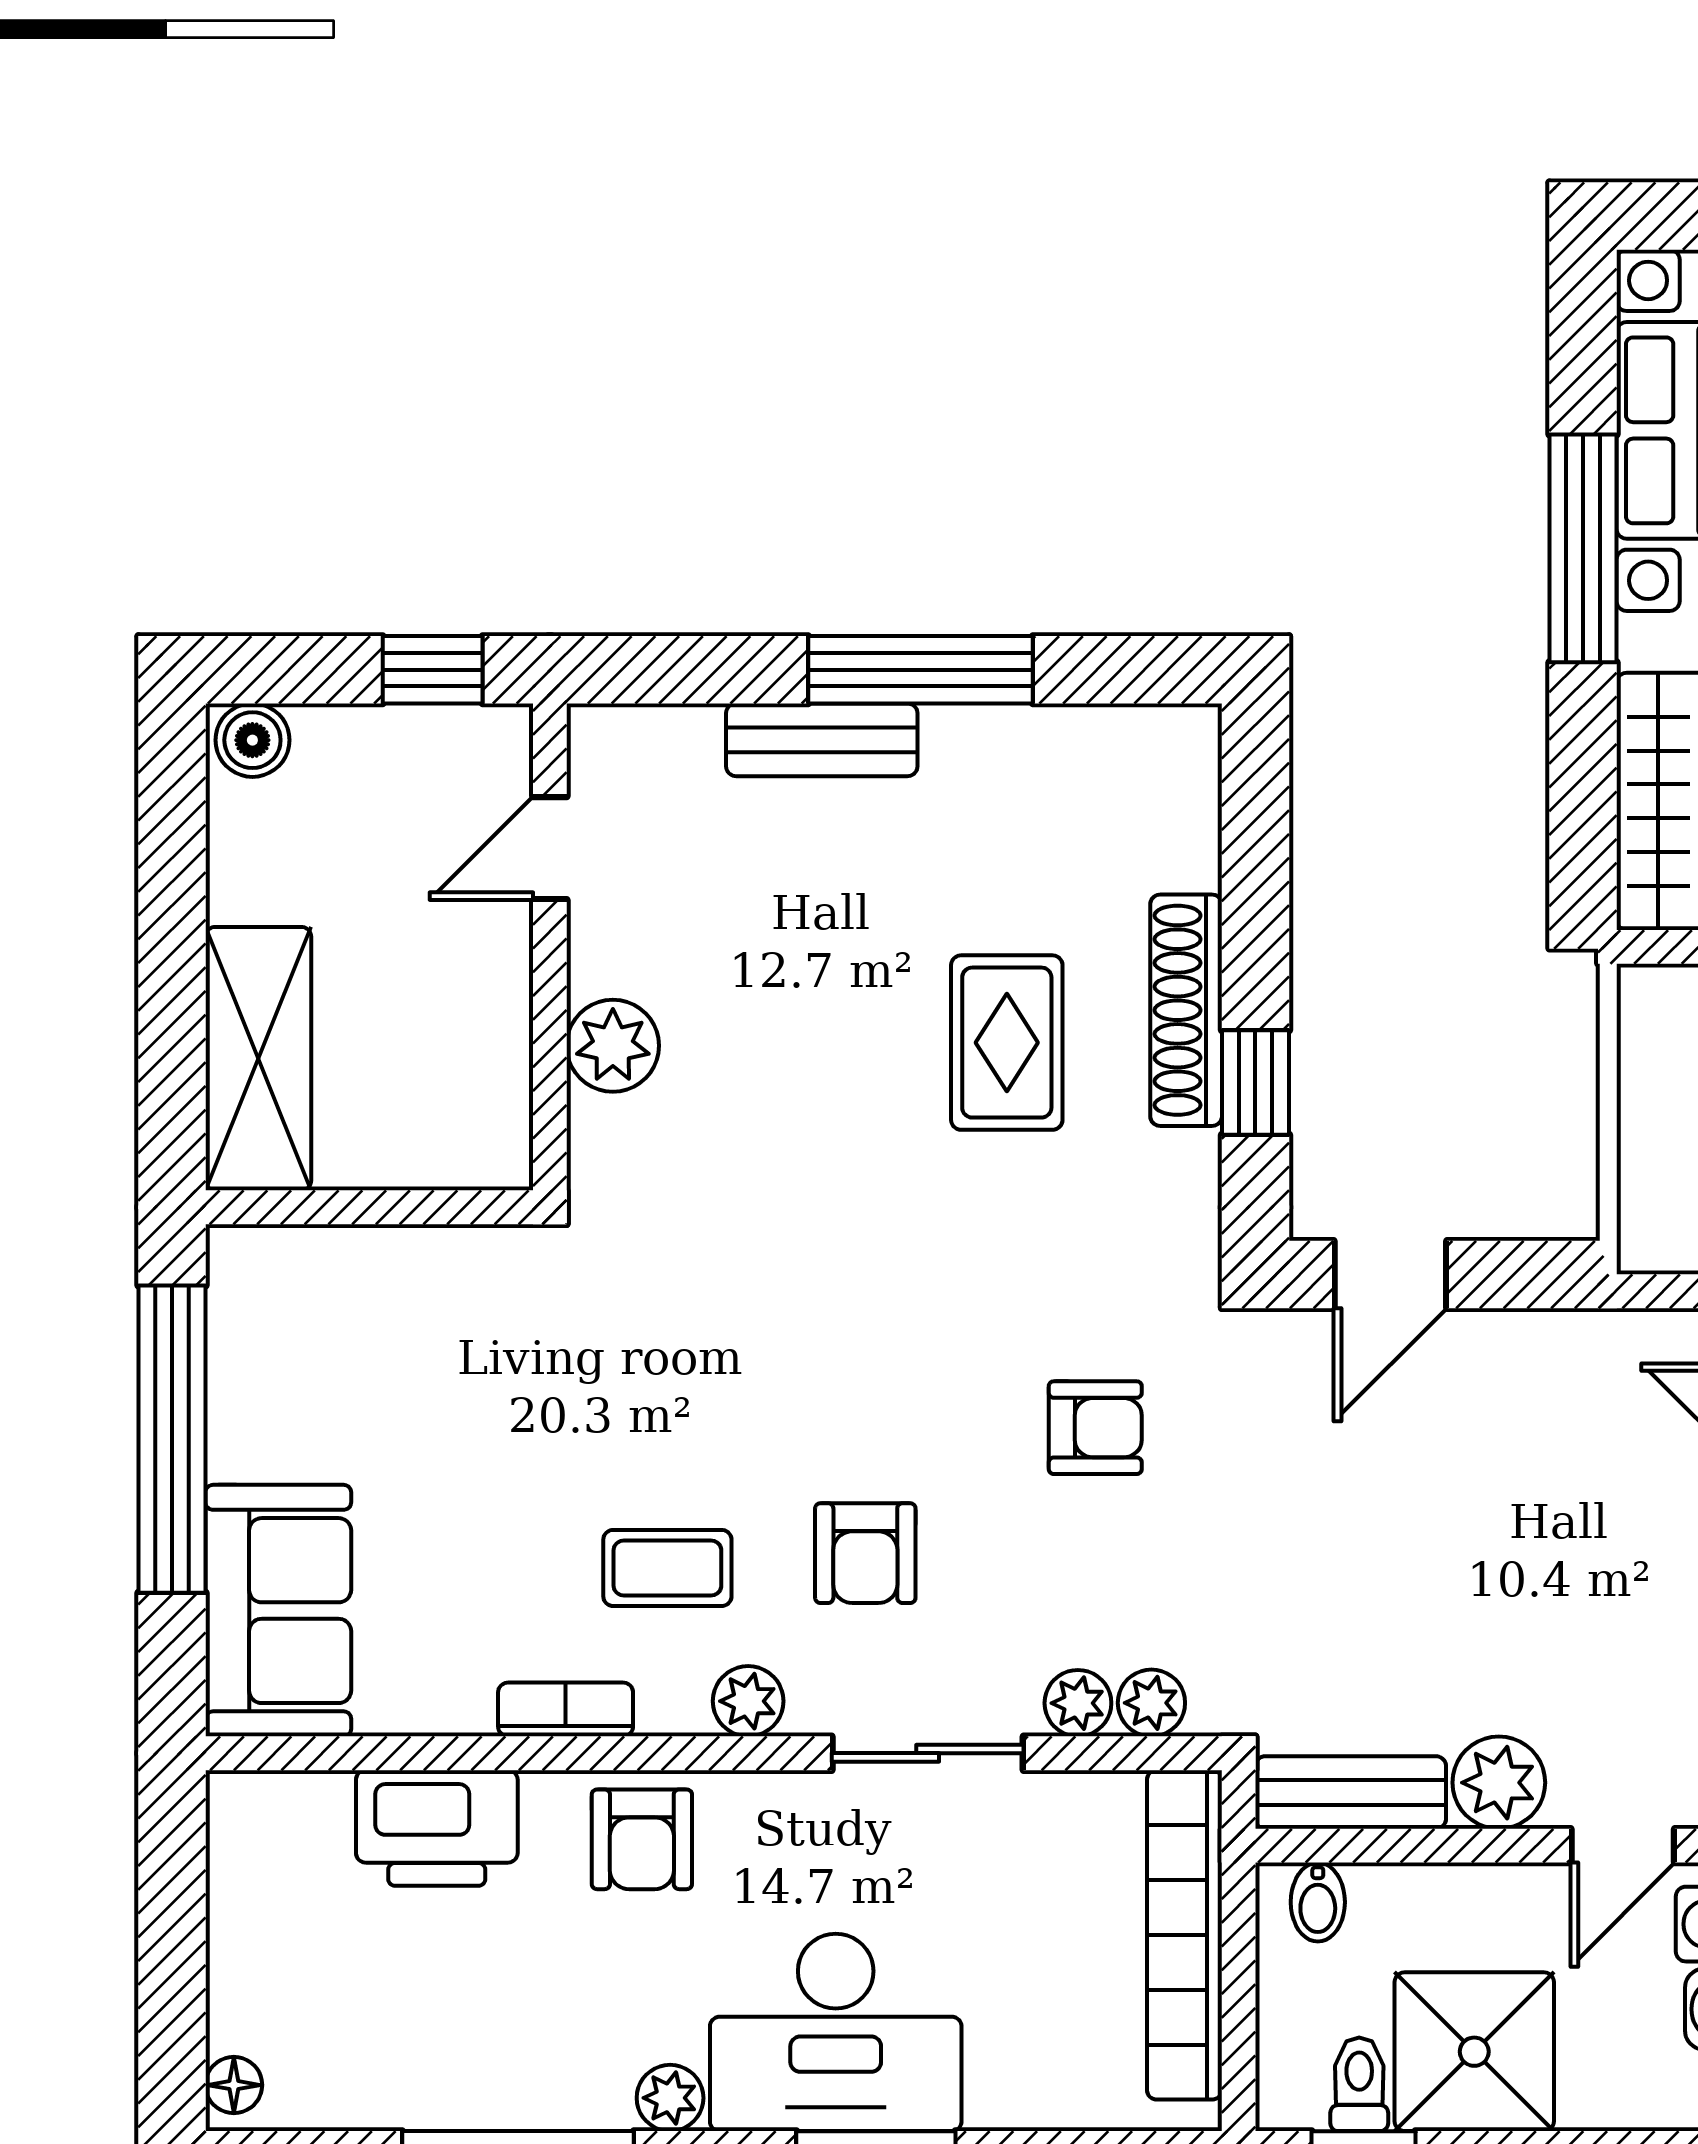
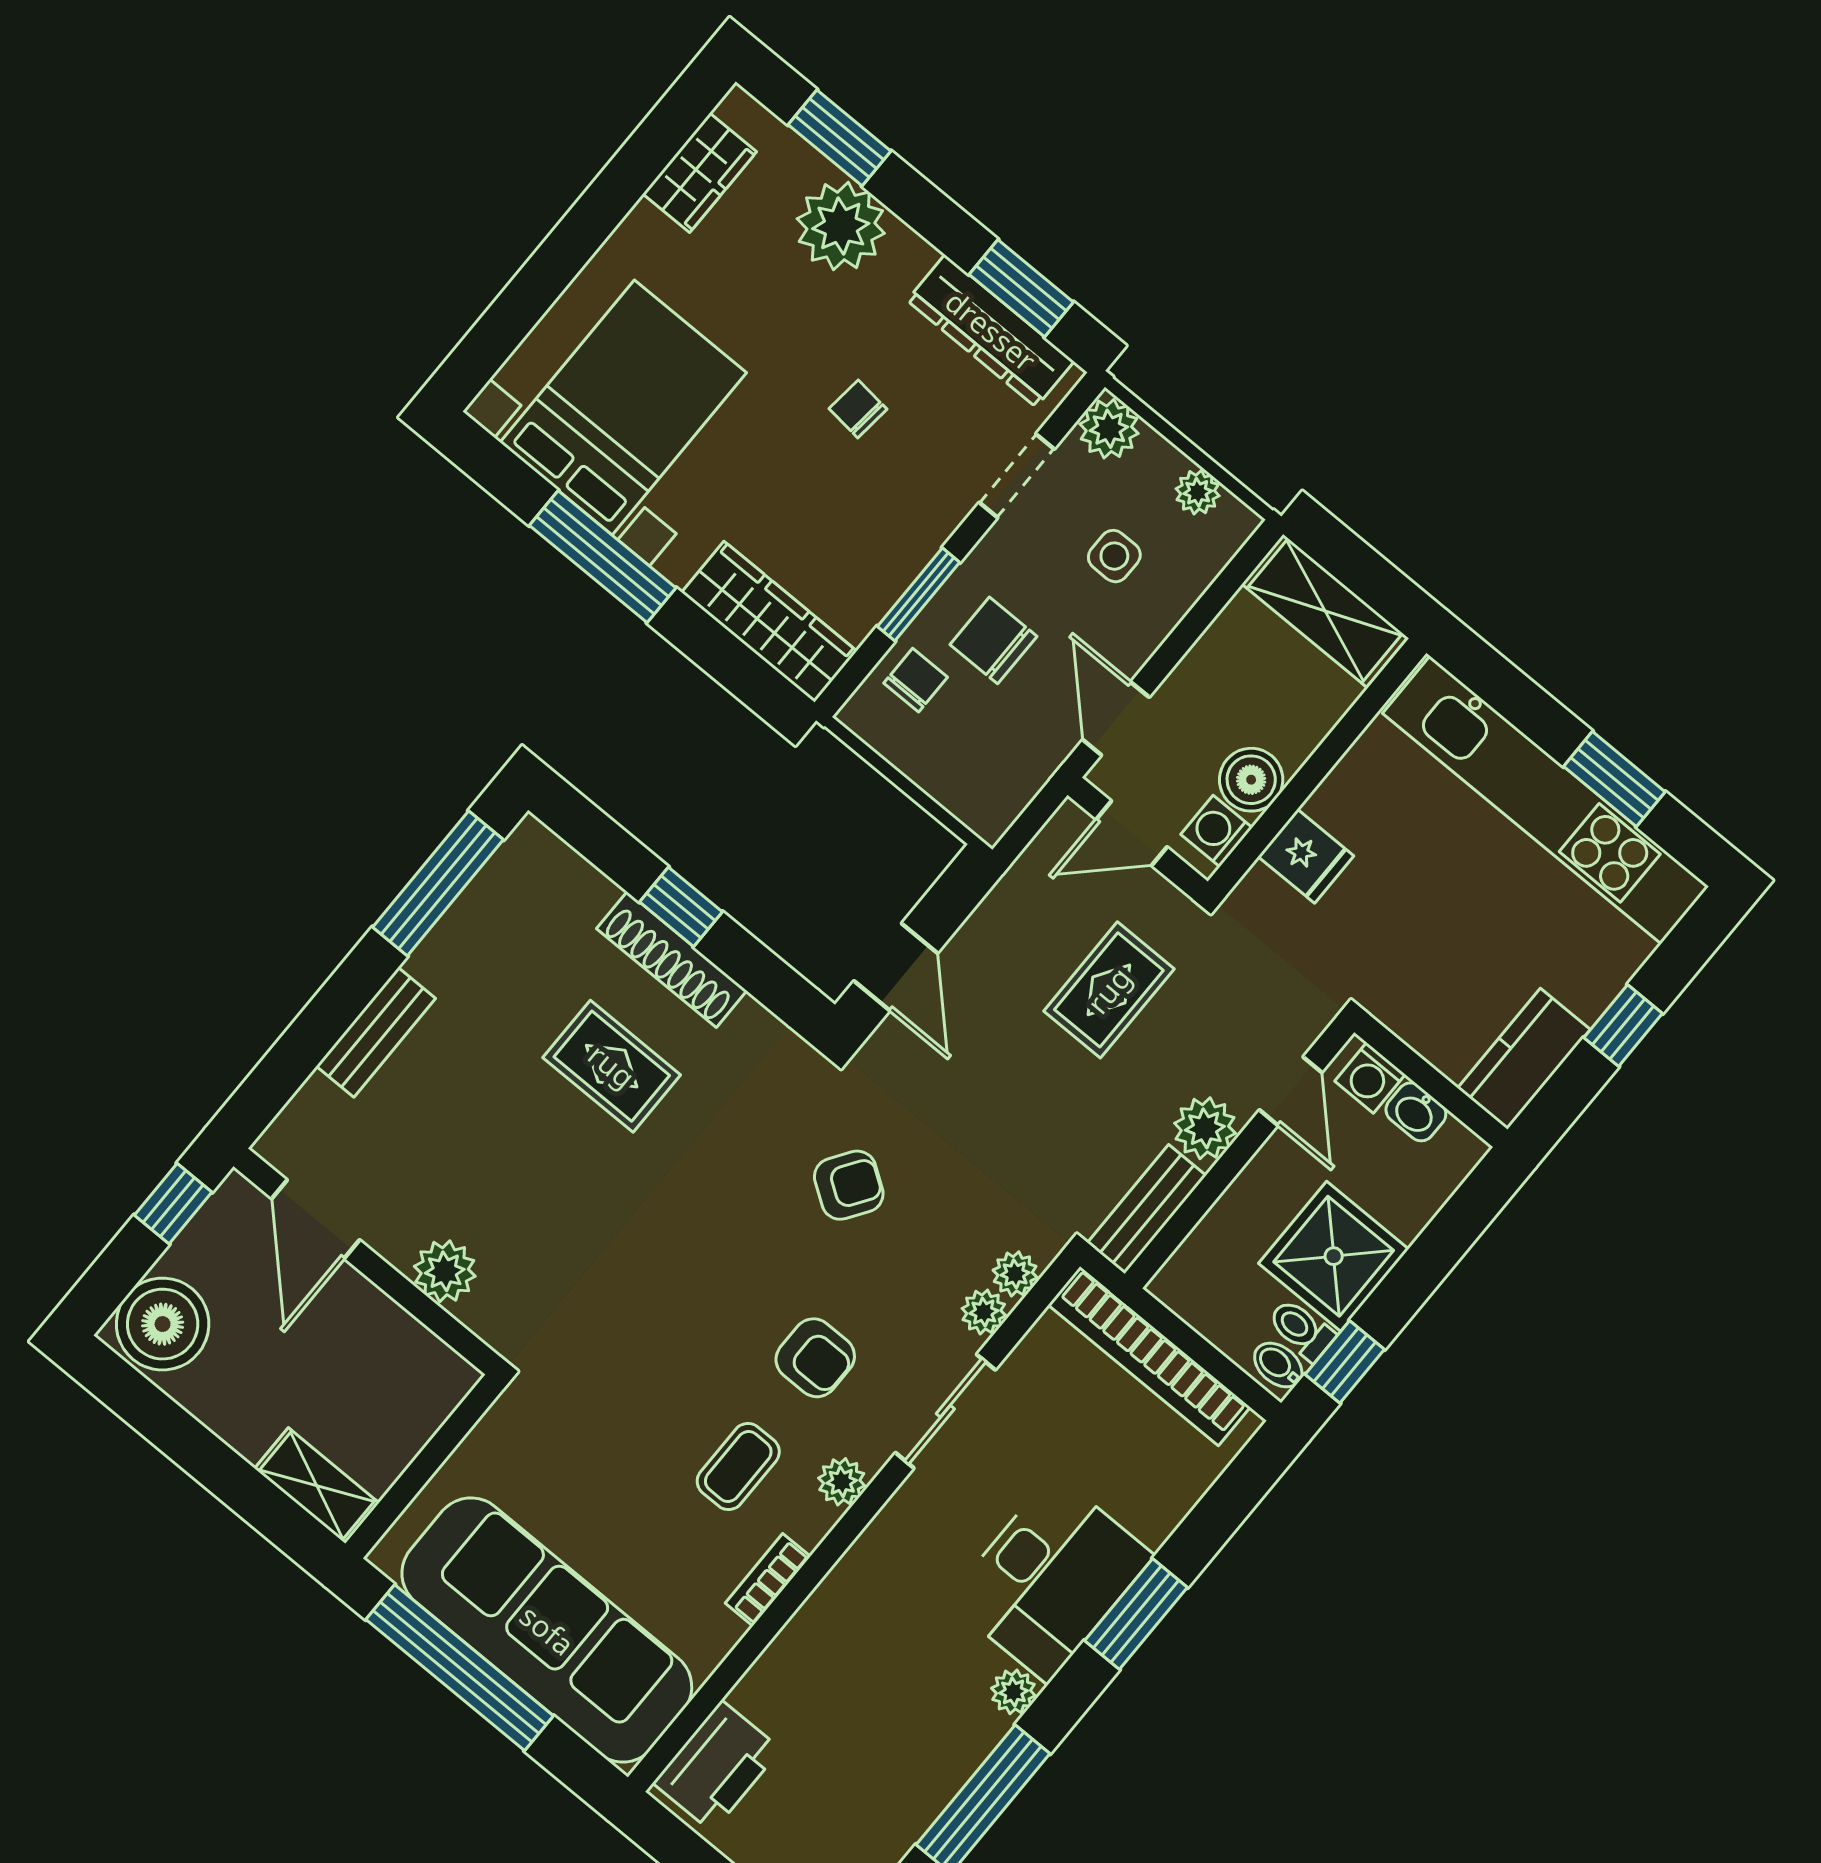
window: (921, 670) -> (438, 883), moved
boiler: (252, 740) -> (163, 1324), width x1.86, depth x1.86
door: (550, 848) -> (316, 1219), width x1.38
shelving: (258, 1059) -> (317, 1486), width x0.67, depth x0.75
window: (1255, 1083) -> (681, 907), moved
armchair: (1095, 1428) -> (849, 1185), turned 34
rug: (1566, 1541) -> (1109, 990), added
sofa: (278, 1611) -> (547, 1630), width x1.85, depth x1.27
printer: (437, 1828) -> (717, 1766), moved
armchair: (642, 1839) -> (868, 1596), removed
bidet: (1318, 1902) -> (1278, 1365), moved, turned 180

